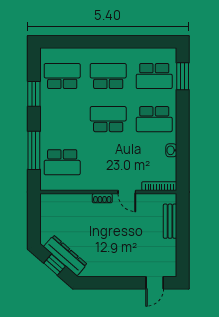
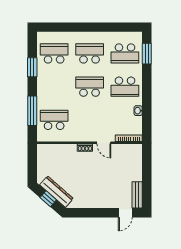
school desk: (62, 162) -> (54, 120), turned 180
bench: (170, 221) -> (137, 195), moved

